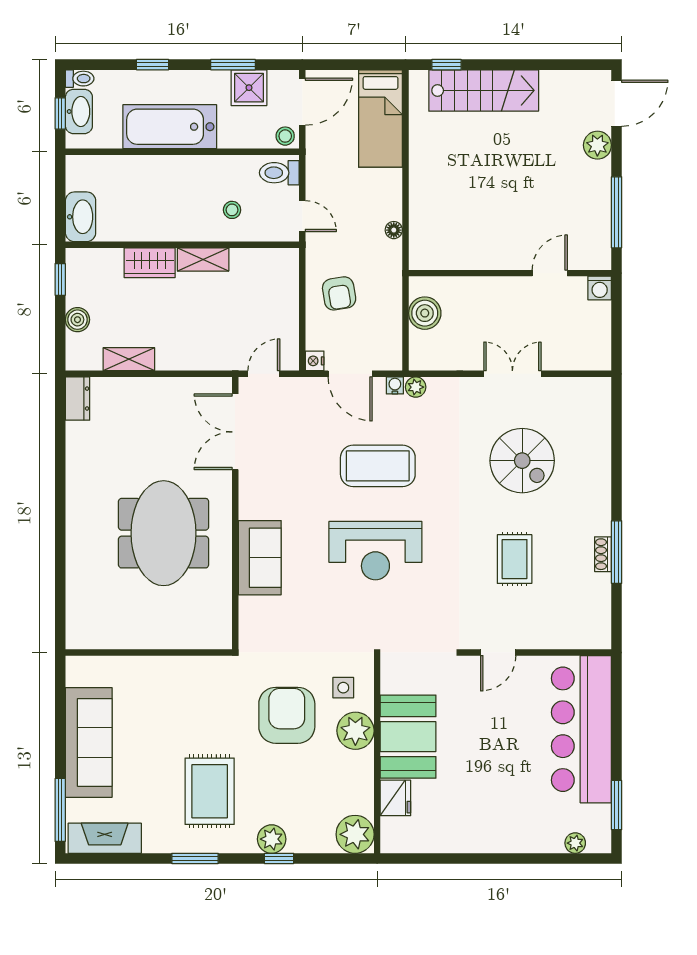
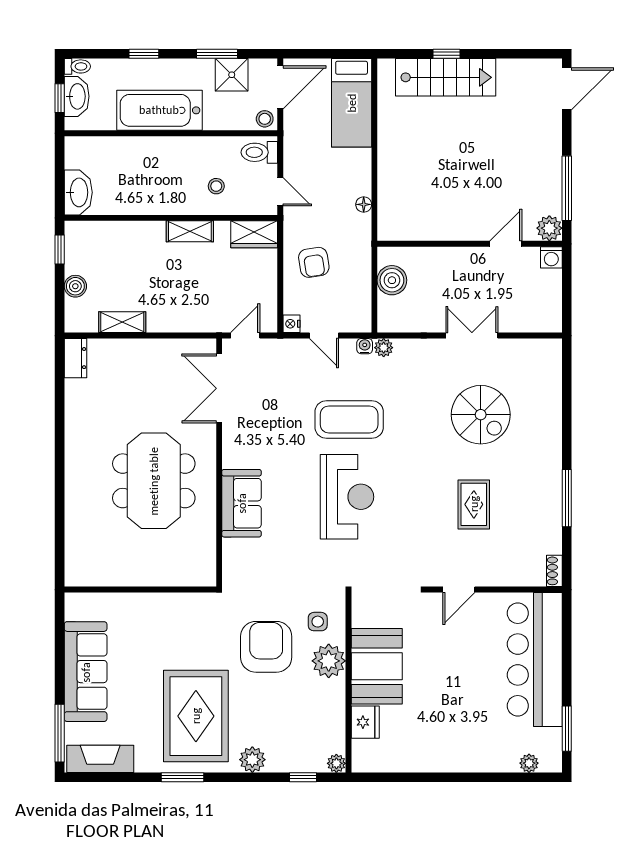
window: (447, 65) -> (447, 54), moved
plant: (597, 145) -> (549, 228), moved
wardrobe: (150, 263) -> (254, 234), moved
door: (350, 374) -> (324, 336), width x0.73
reception desk: (375, 551) -> (347, 497), turned -90
shoe rack: (603, 554) -> (554, 571), moved
rug: (210, 791) -> (196, 716), width x1.37, depth x1.44
plant: (355, 834) -> (336, 763), width x0.53, depth x0.53
window: (279, 858) -> (303, 777), moved

